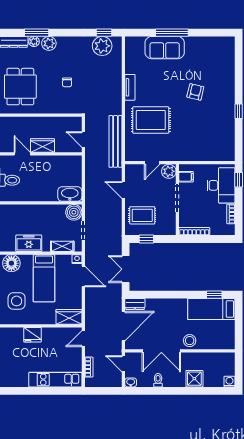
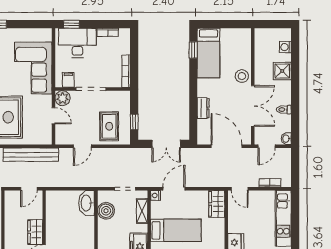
corner sofa: (197, 144) -> (33, 68), added
boiler: (74, 212) -> (106, 211), moved
dresser: (135, 304) -> (203, 108), moved
washing machine: (229, 382) -> (285, 47), moved

